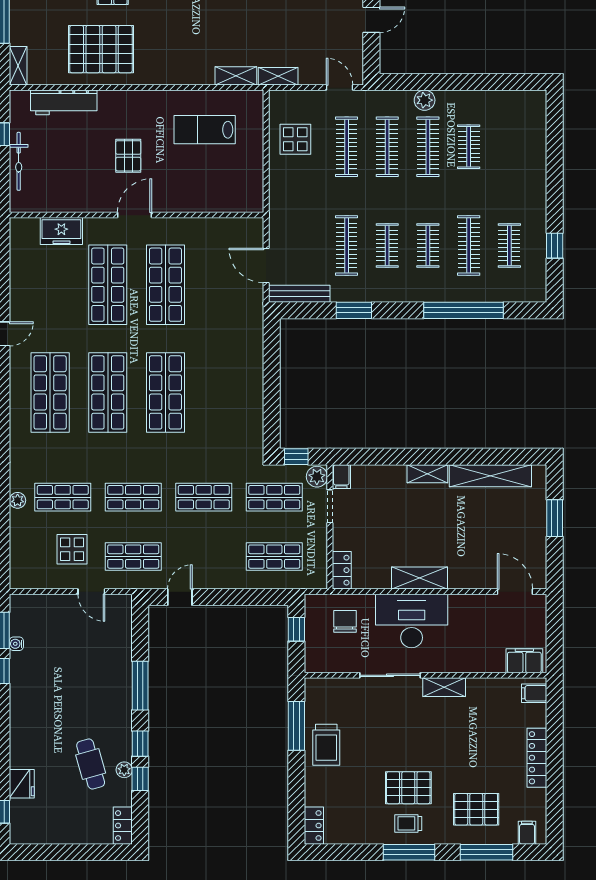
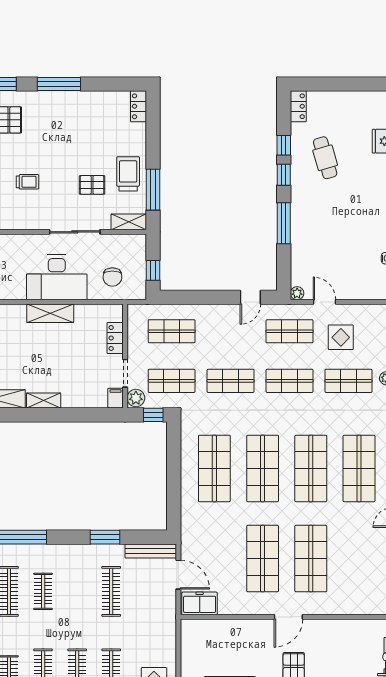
freezer: (61, 231) -> (200, 603), moved
clothes rail: (387, 245) -> (77, 591), removed
shop shelf: (223, 392) -> (214, 468), added
locker: (342, 570) -> (115, 338), moved
shelving: (444, 687) -> (129, 222), moved
plant: (124, 770) -> (297, 293), moved
pallet: (408, 788) -> (92, 185), moved, width x0.67, depth x0.71
trolley: (408, 823) -> (27, 182), moved

